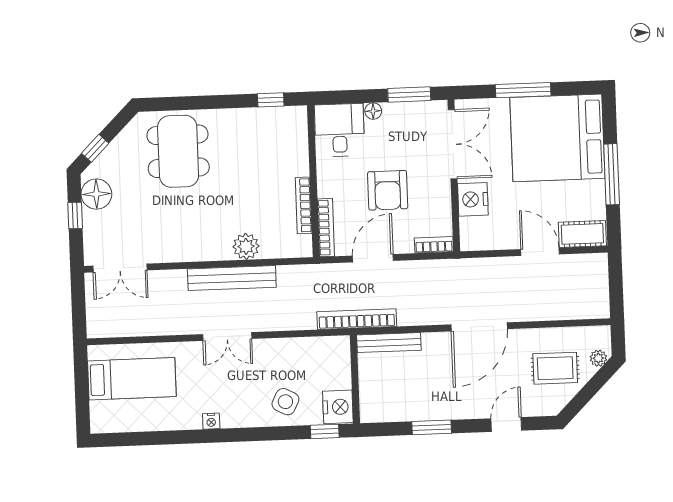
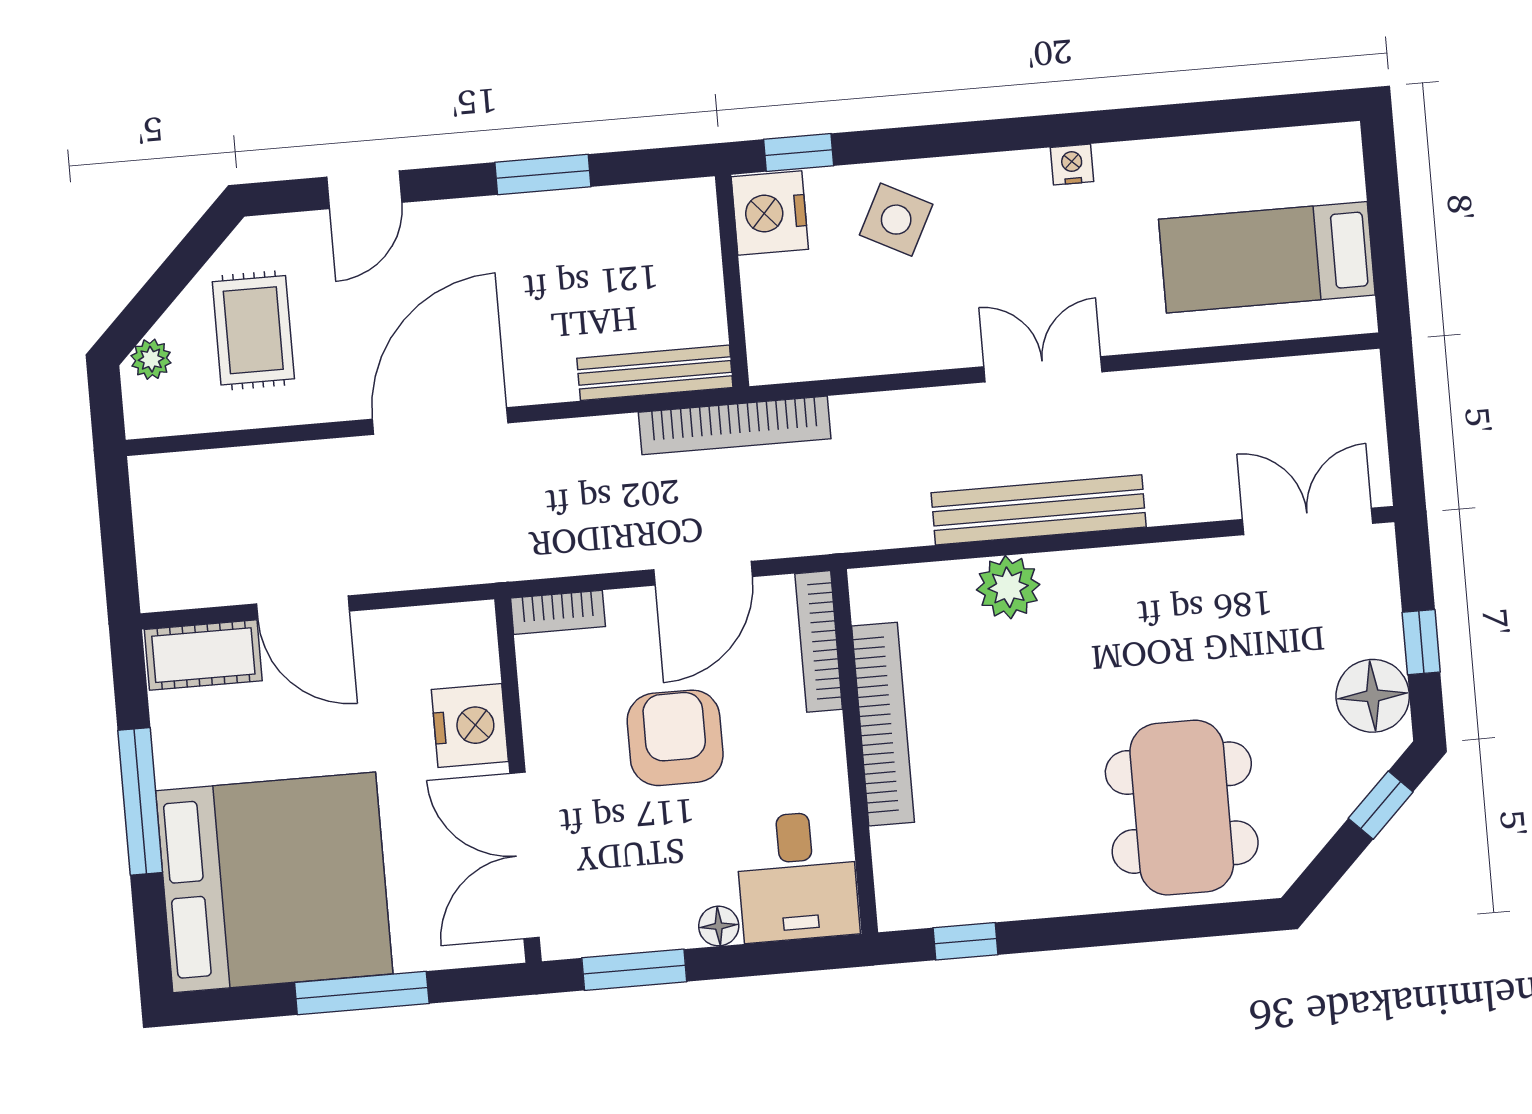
bookcase: (304, 205) -> (883, 724), width x1.48, depth x1.31
rug: (555, 368) -> (253, 330), turned 90

